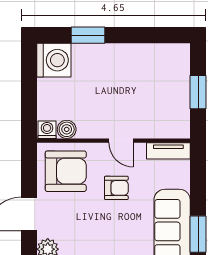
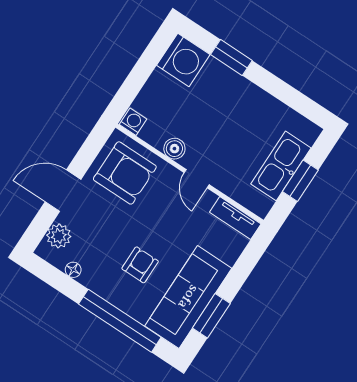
kitchen sink: (177, 91) -> (281, 166), added
boiler: (67, 129) -> (174, 149), moved
armchair: (116, 188) -> (140, 265), moved, turned -90

